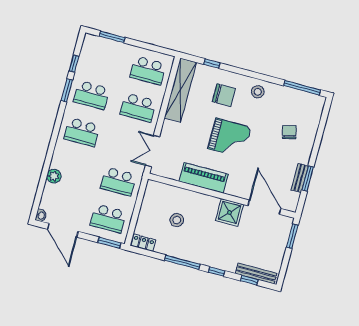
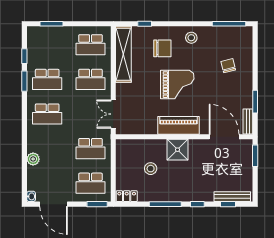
piano: (204, 178) -> (179, 125), moved
bench: (300, 178) -> (248, 122), moved
shower: (229, 212) -> (178, 150), moved

